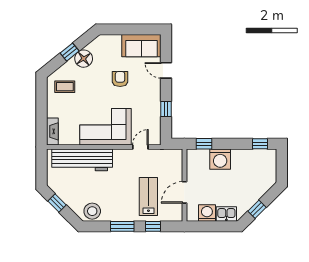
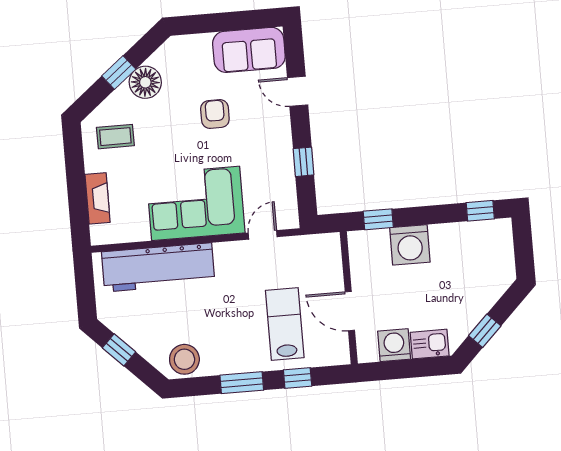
fireplace: (52, 131) -> (98, 198), moved
door: (184, 192) -> (350, 311), hinge flipped

